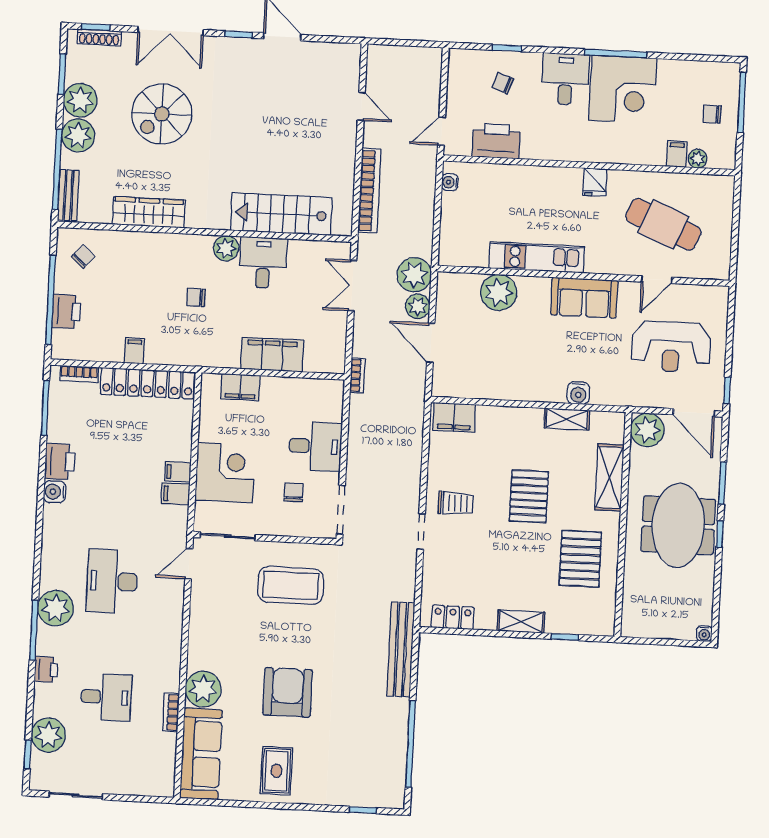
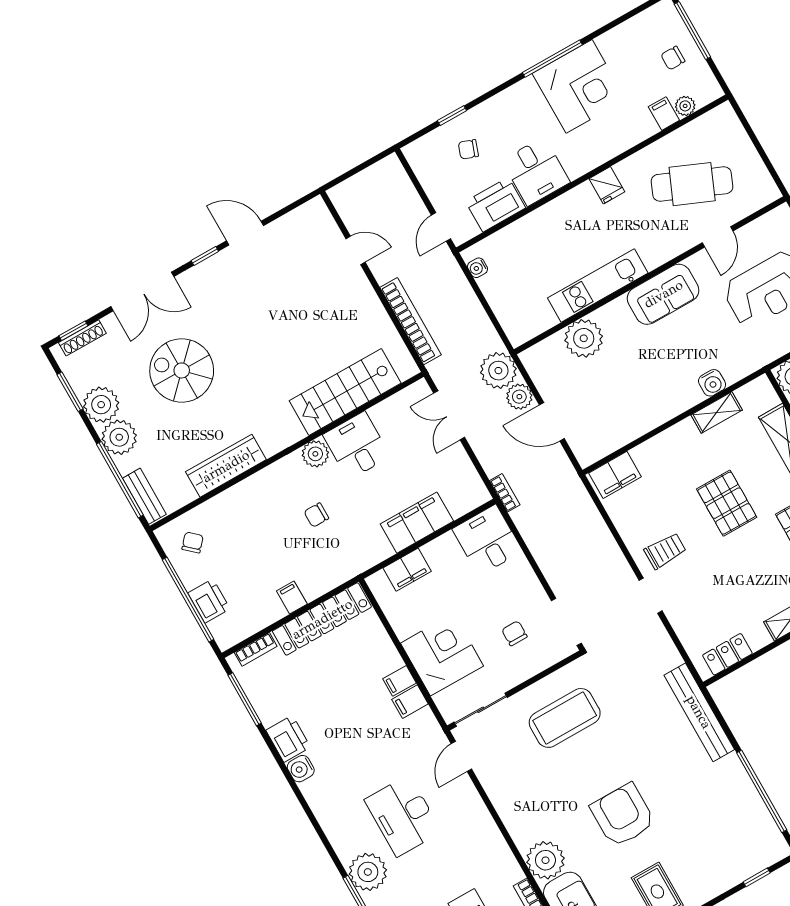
desk: (565, 79) -> (536, 171), moved, turned 180
spiral stairs: (162, 114) -> (182, 370), turned 90
desk: (315, 446) -> (487, 540), moved, turned -90

